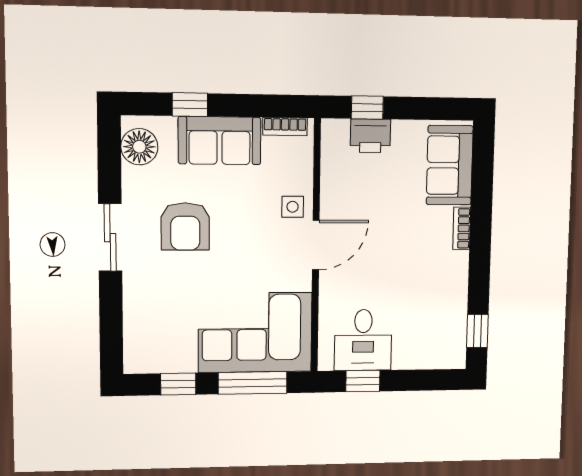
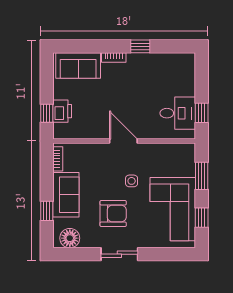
side table: (293, 207) -> (132, 181), moved
window: (477, 331) -> (140, 46), moved
corner sofa: (255, 332) -> (173, 209), moved
window: (253, 383) -> (202, 176), width x0.69

